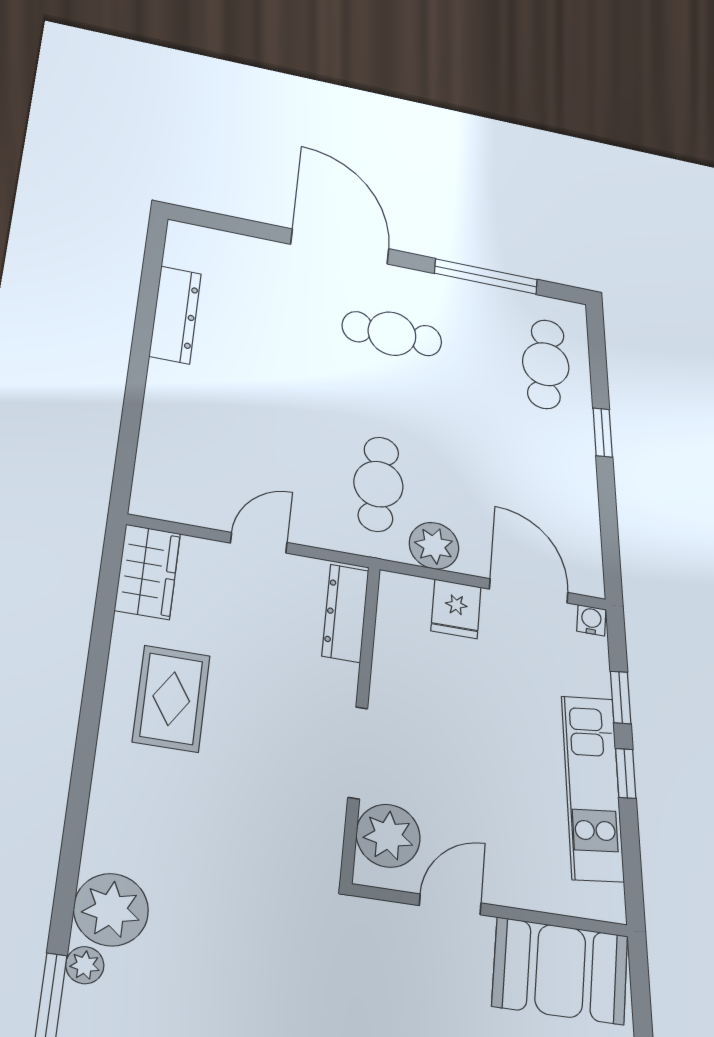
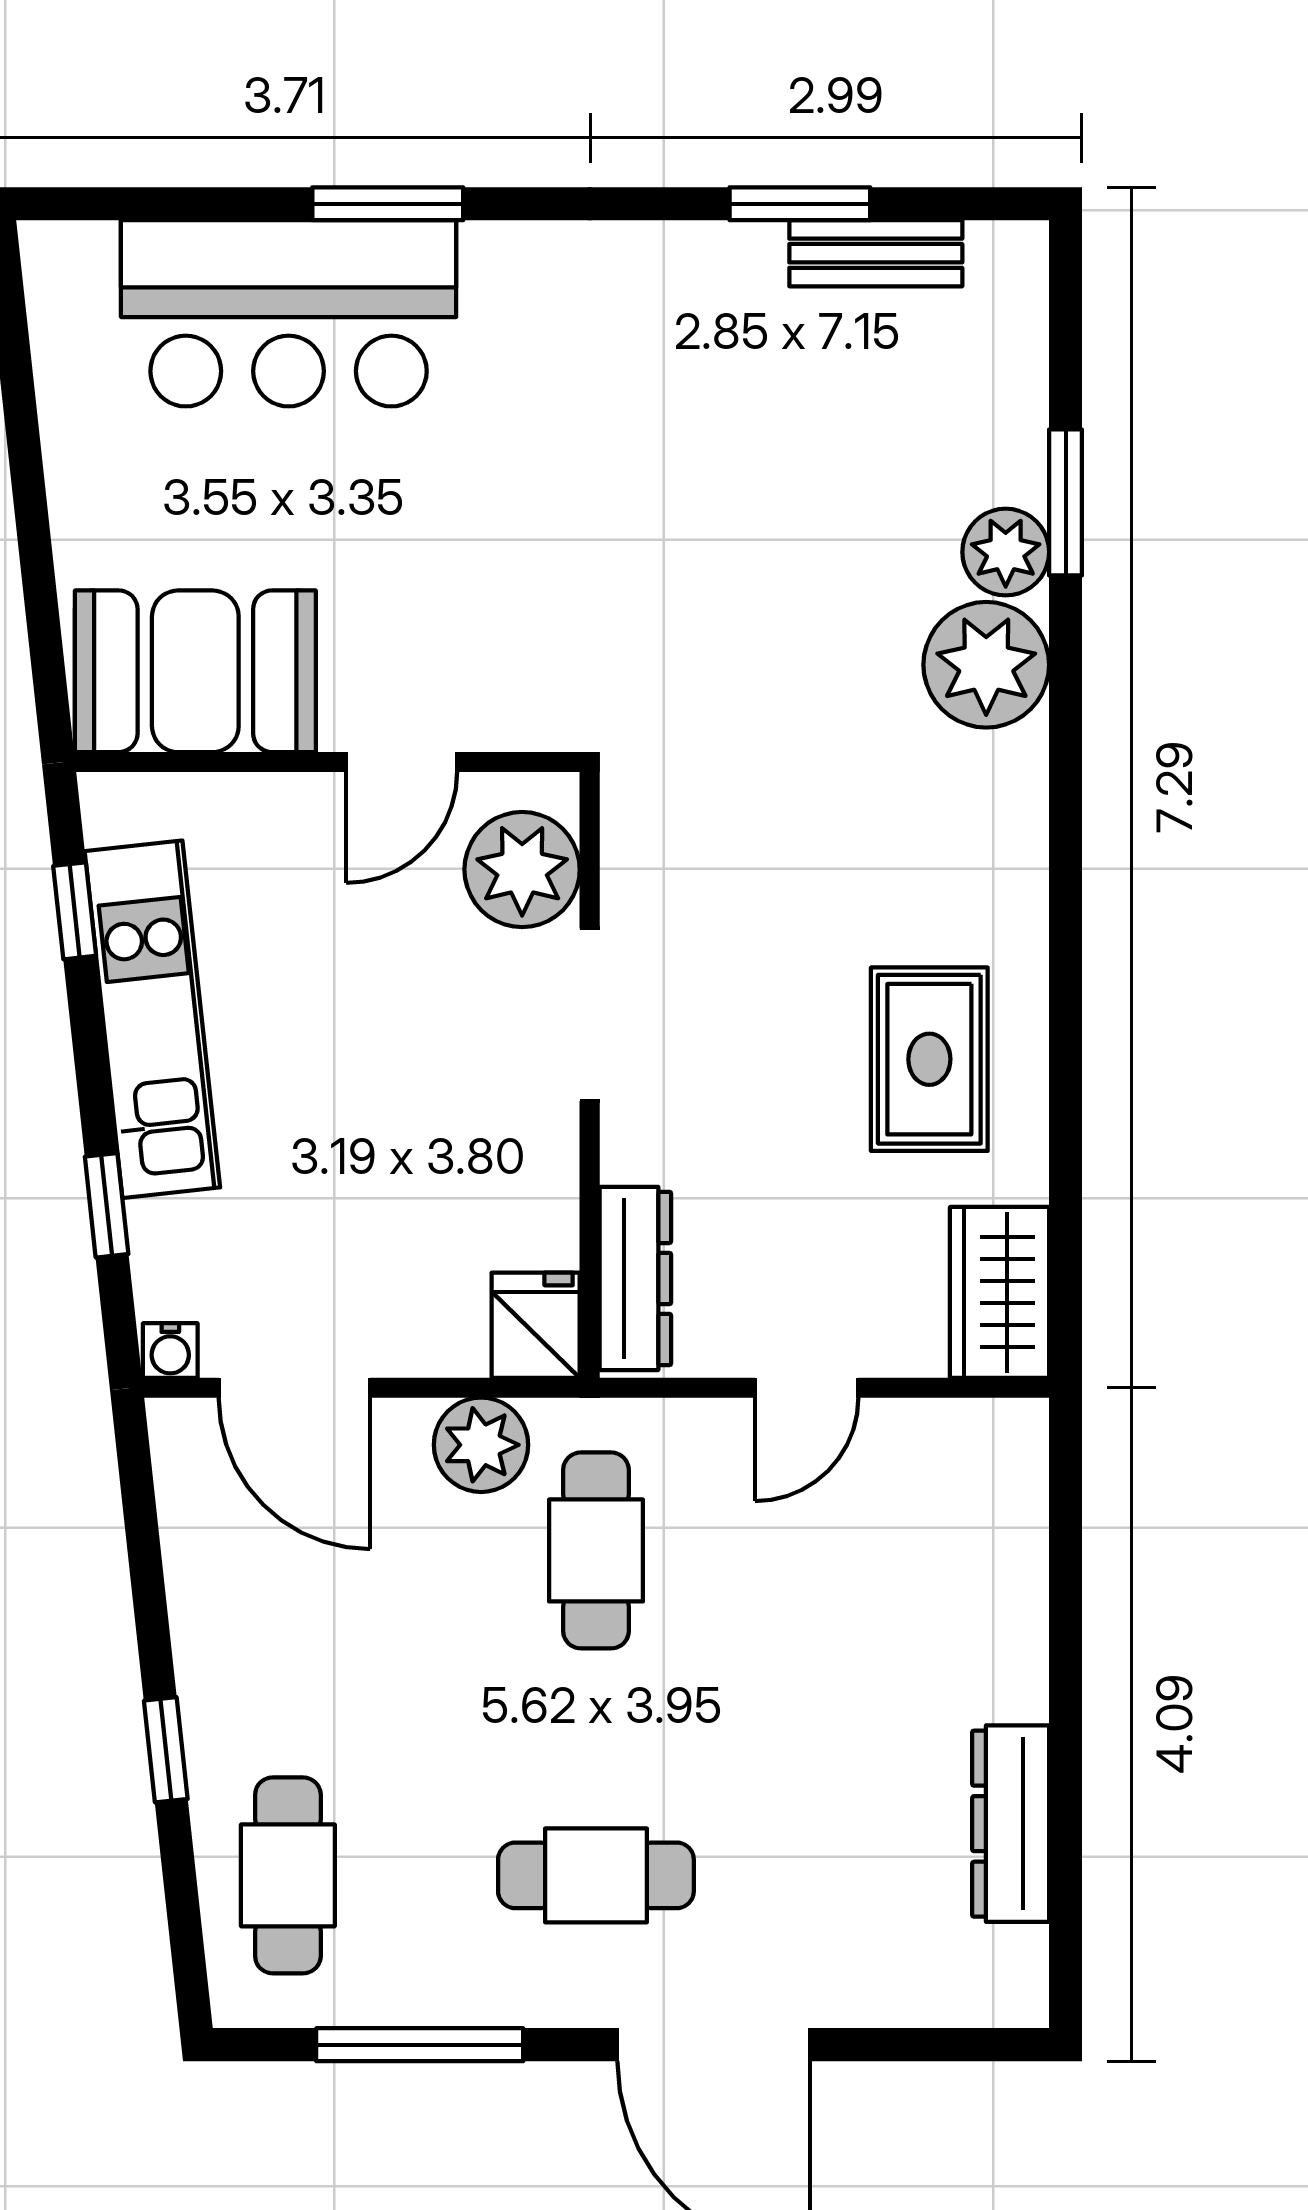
fridge: (456, 609) -> (536, 1325), moved
window: (626, 773) -> (75, 911), moved
plant: (85, 965) -> (1006, 552), width x1.38, depth x1.38

